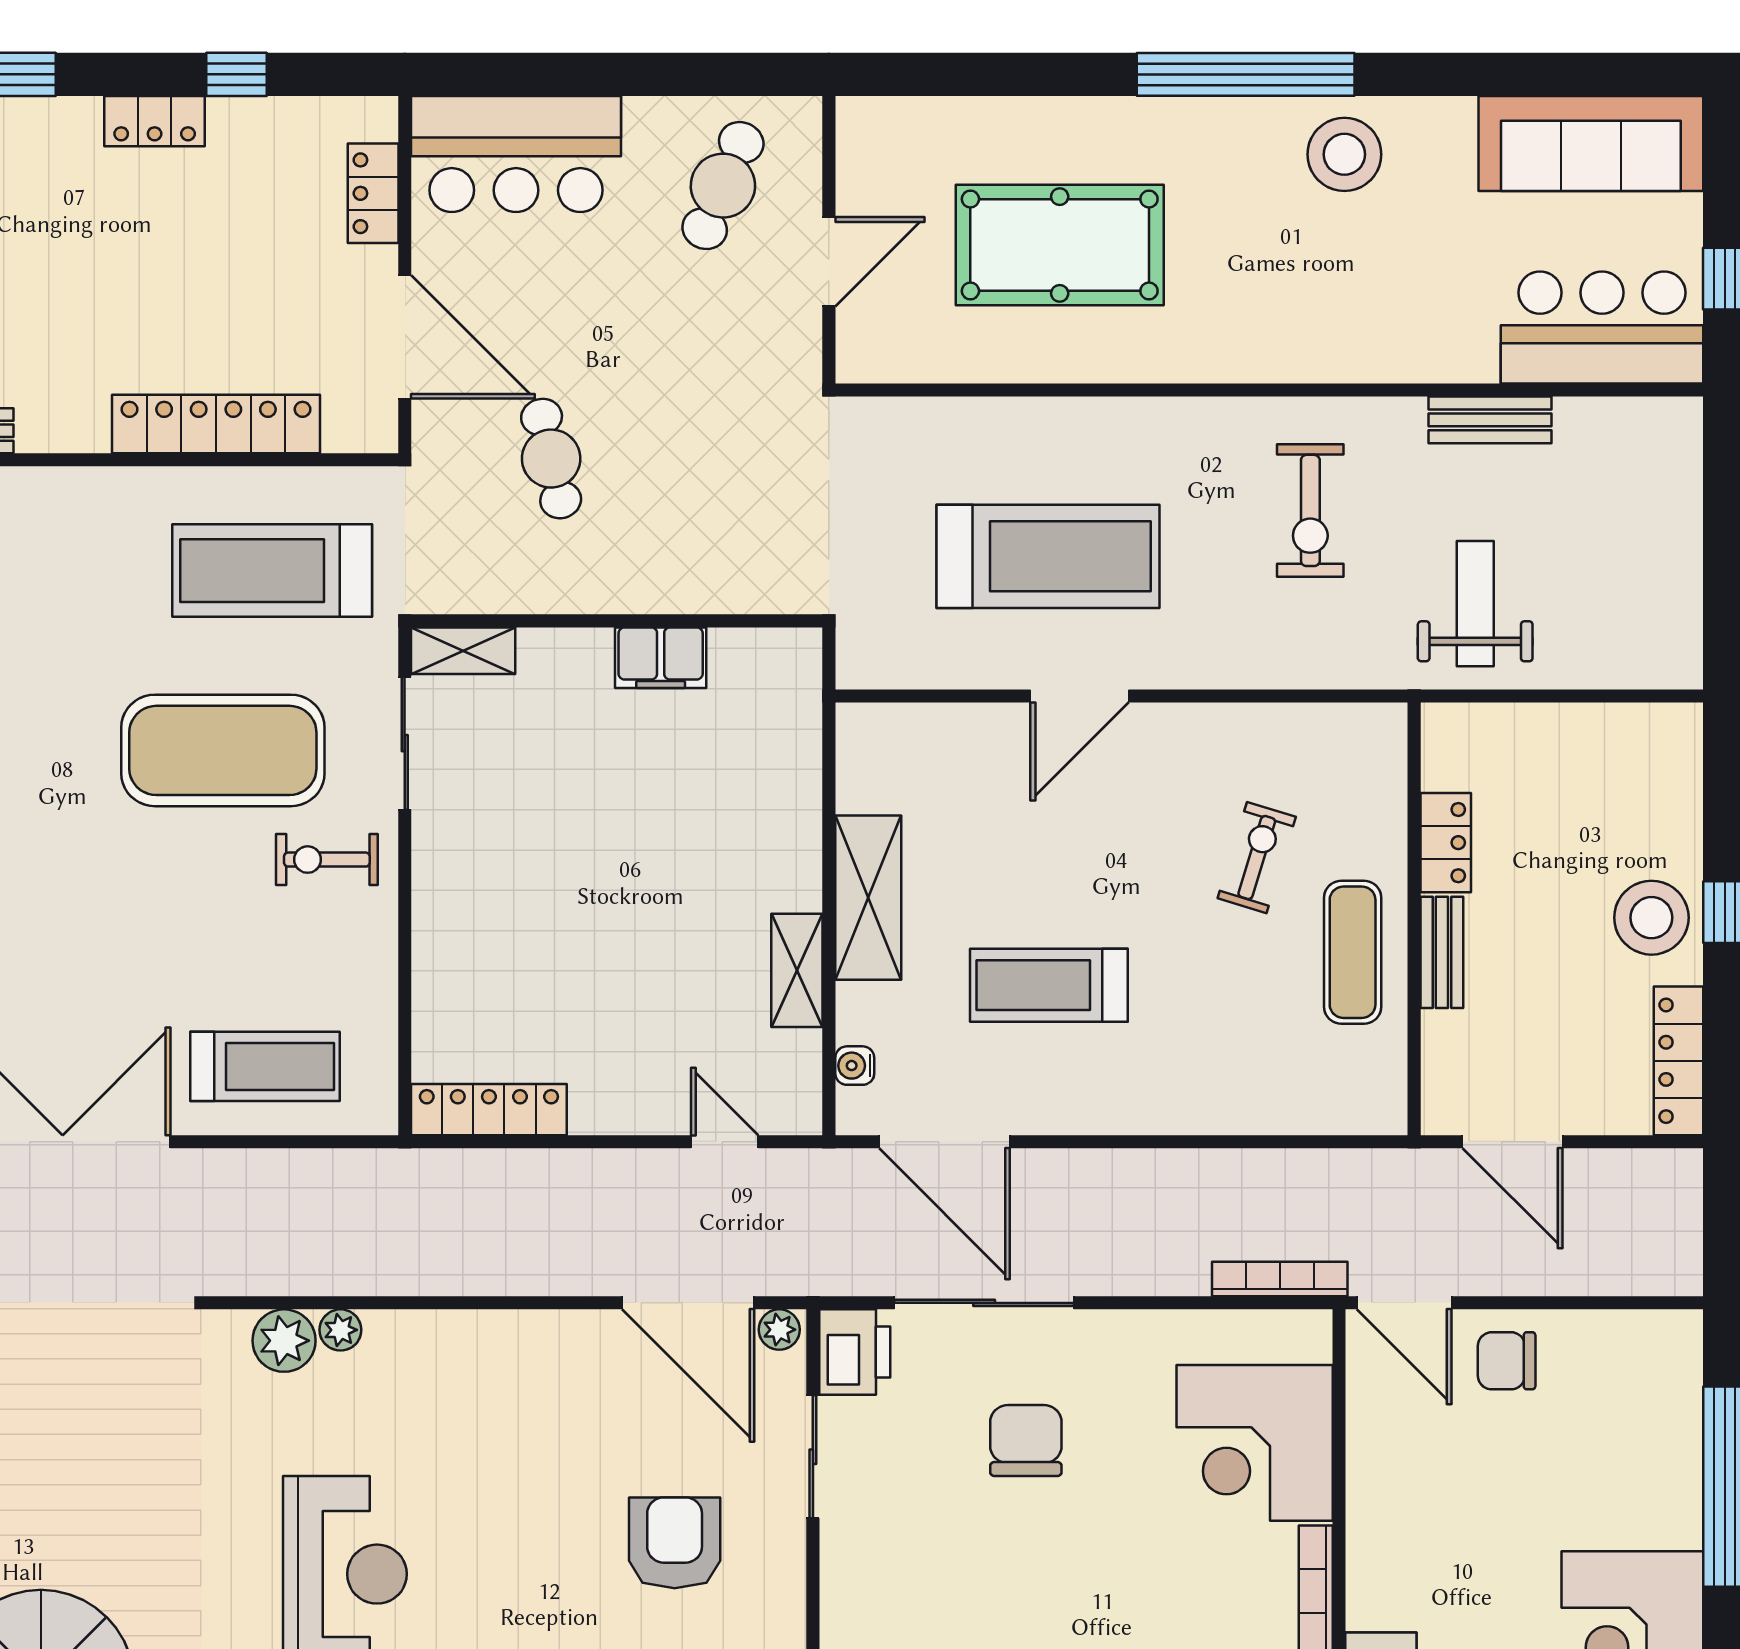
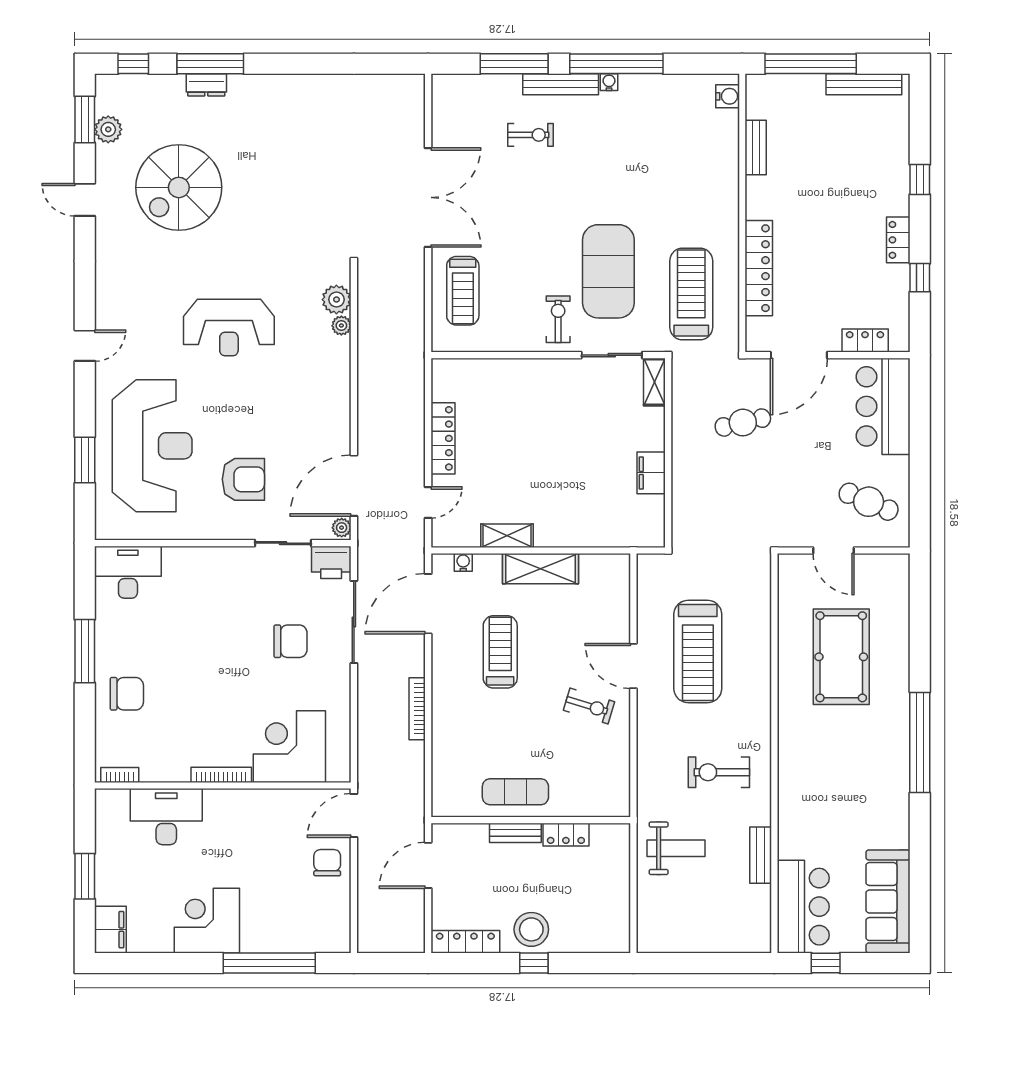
stool: (1344, 154) -> (883, 788), removed
exercise bike: (1257, 858) -> (589, 706), moved
locker: (489, 1110) -> (443, 438), moved
bookcase: (1280, 1279) -> (417, 709), moved, turned 180

